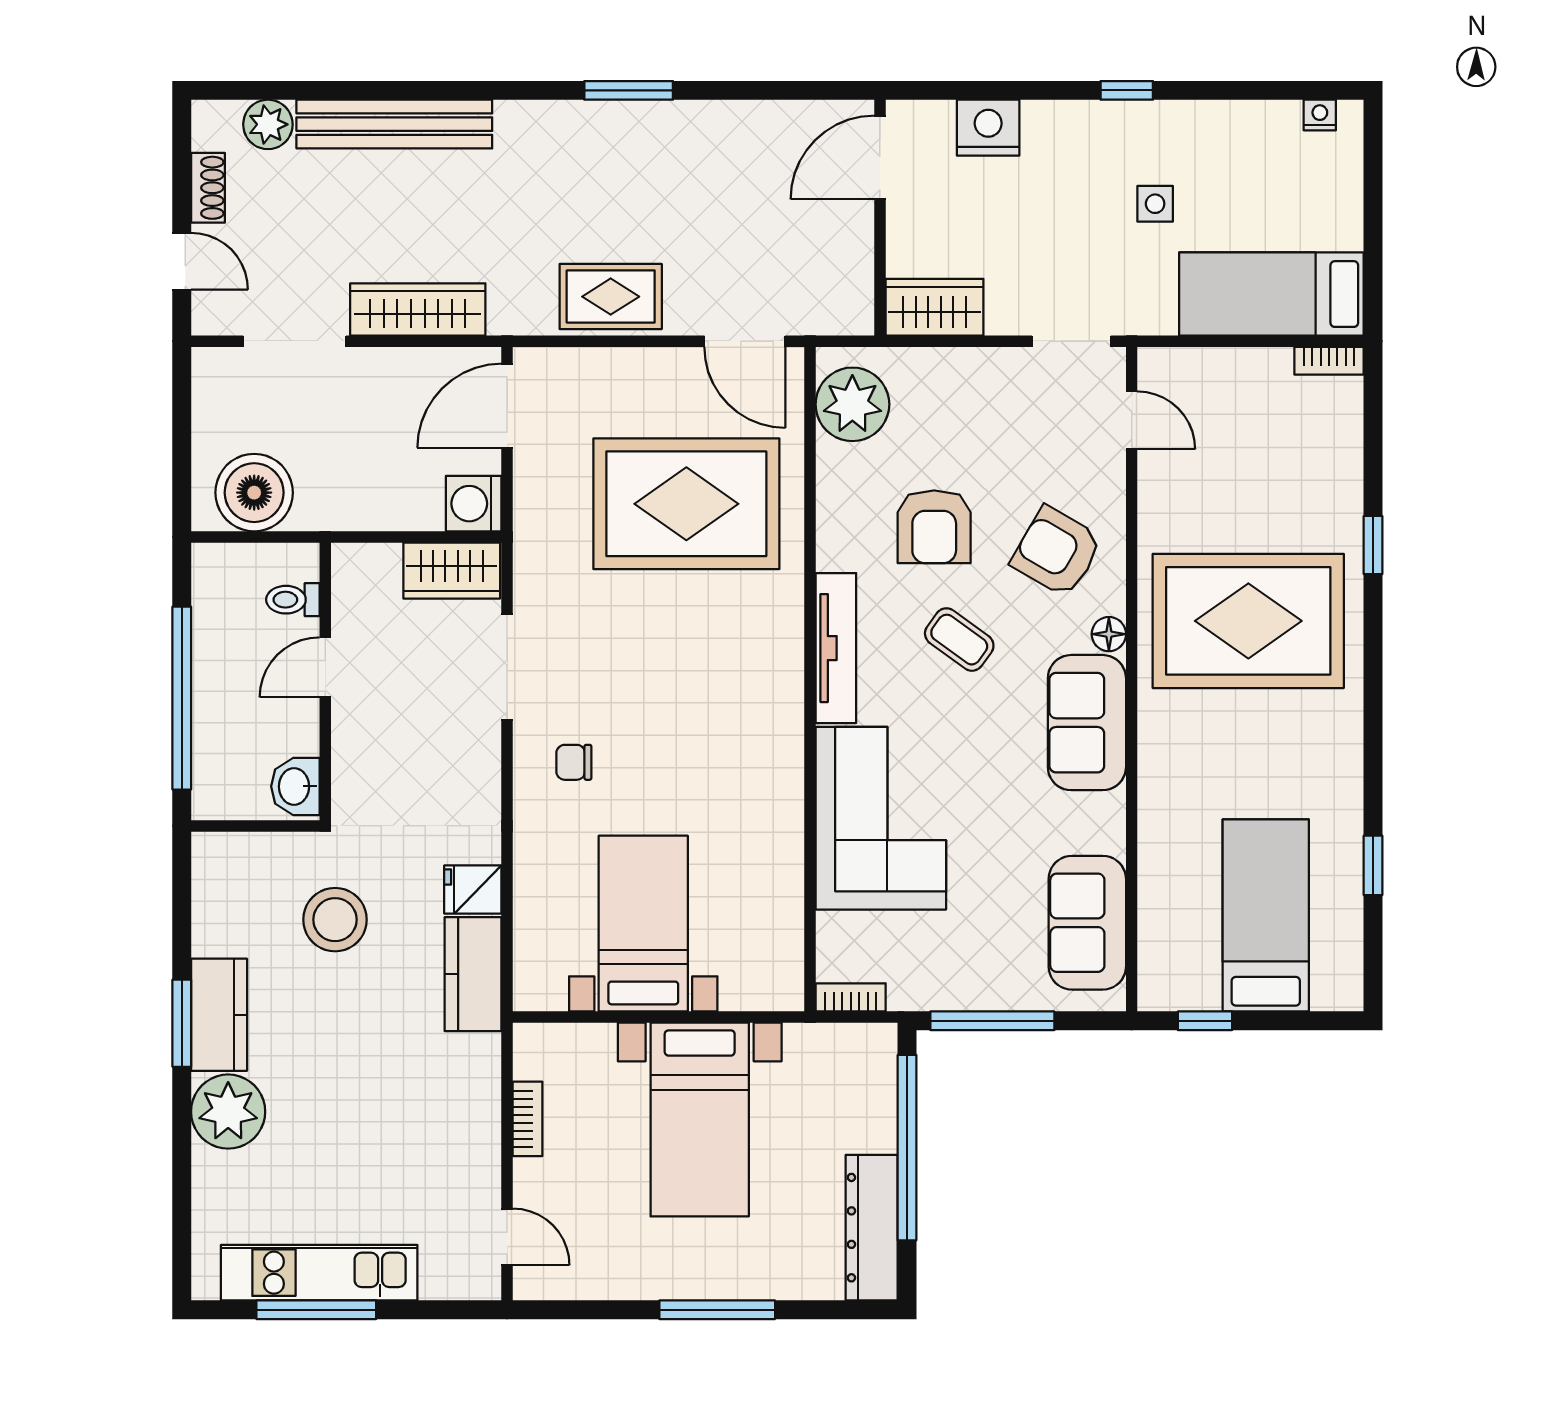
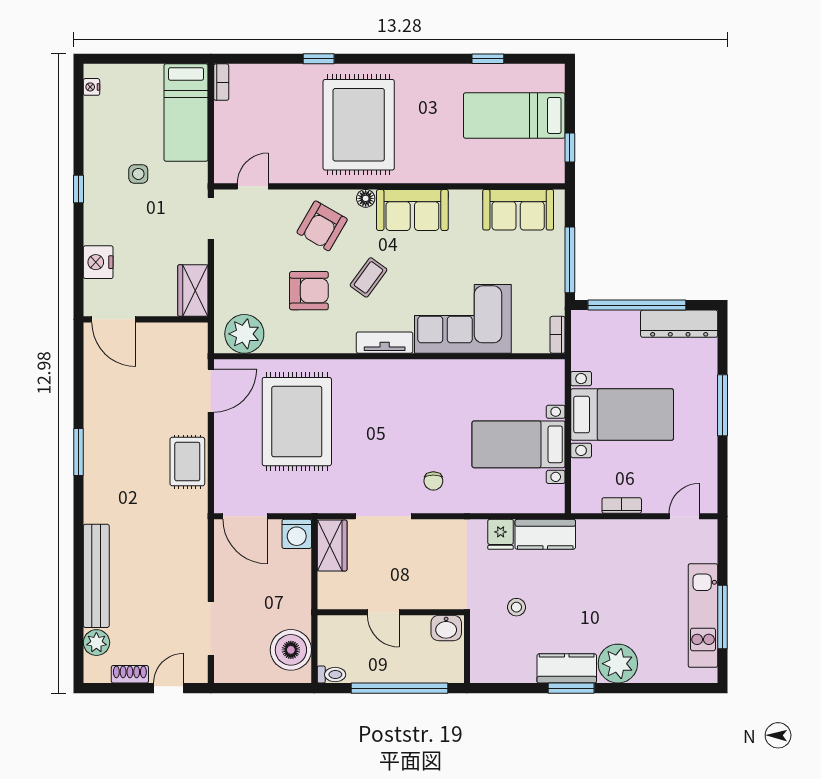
wardrobe: (418, 309) -> (194, 563), removed
toilet: (293, 600) -> (331, 675), moved, turned -90
tv unit: (836, 648) -> (385, 343), width x0.71
stool: (335, 920) -> (516, 607), width x0.53, depth x0.53

